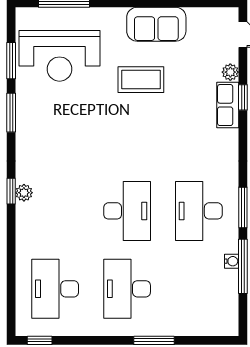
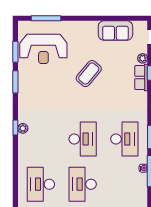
sofa: (156, 24) -> (115, 31), moved
coffee table: (141, 80) -> (89, 74), moved, turned -50
desk: (199, 211) -> (124, 139), turned 180

